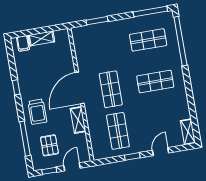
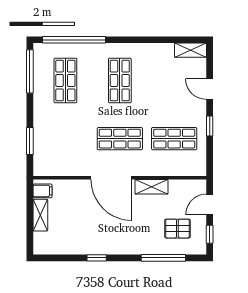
filing cabinet: (23, 43) -> (43, 191), moved
trolley: (37, 112) -> (132, 236), removed
door: (72, 167) -> (210, 205), hinge flipped

